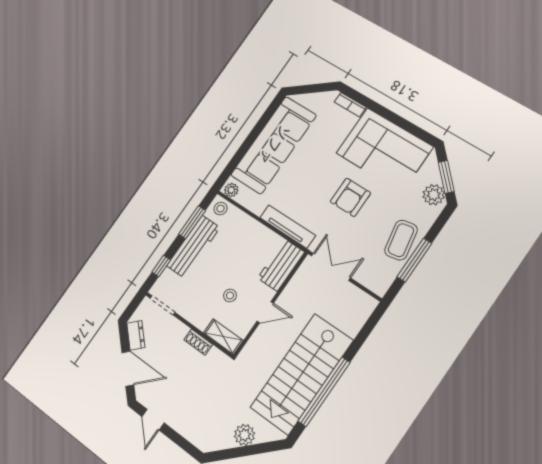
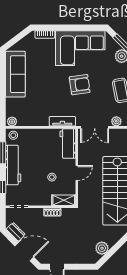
sofa: (274, 145) -> (15, 74), width x0.74, depth x0.79
armchair: (350, 197) -> (80, 85), turned -98
tv unit: (288, 227) -> (62, 121), width x0.71
double door: (331, 267) -> (95, 127), swing flipped
plant: (366, 278) -> (116, 121), added
plant: (244, 435) -> (102, 248), moved

